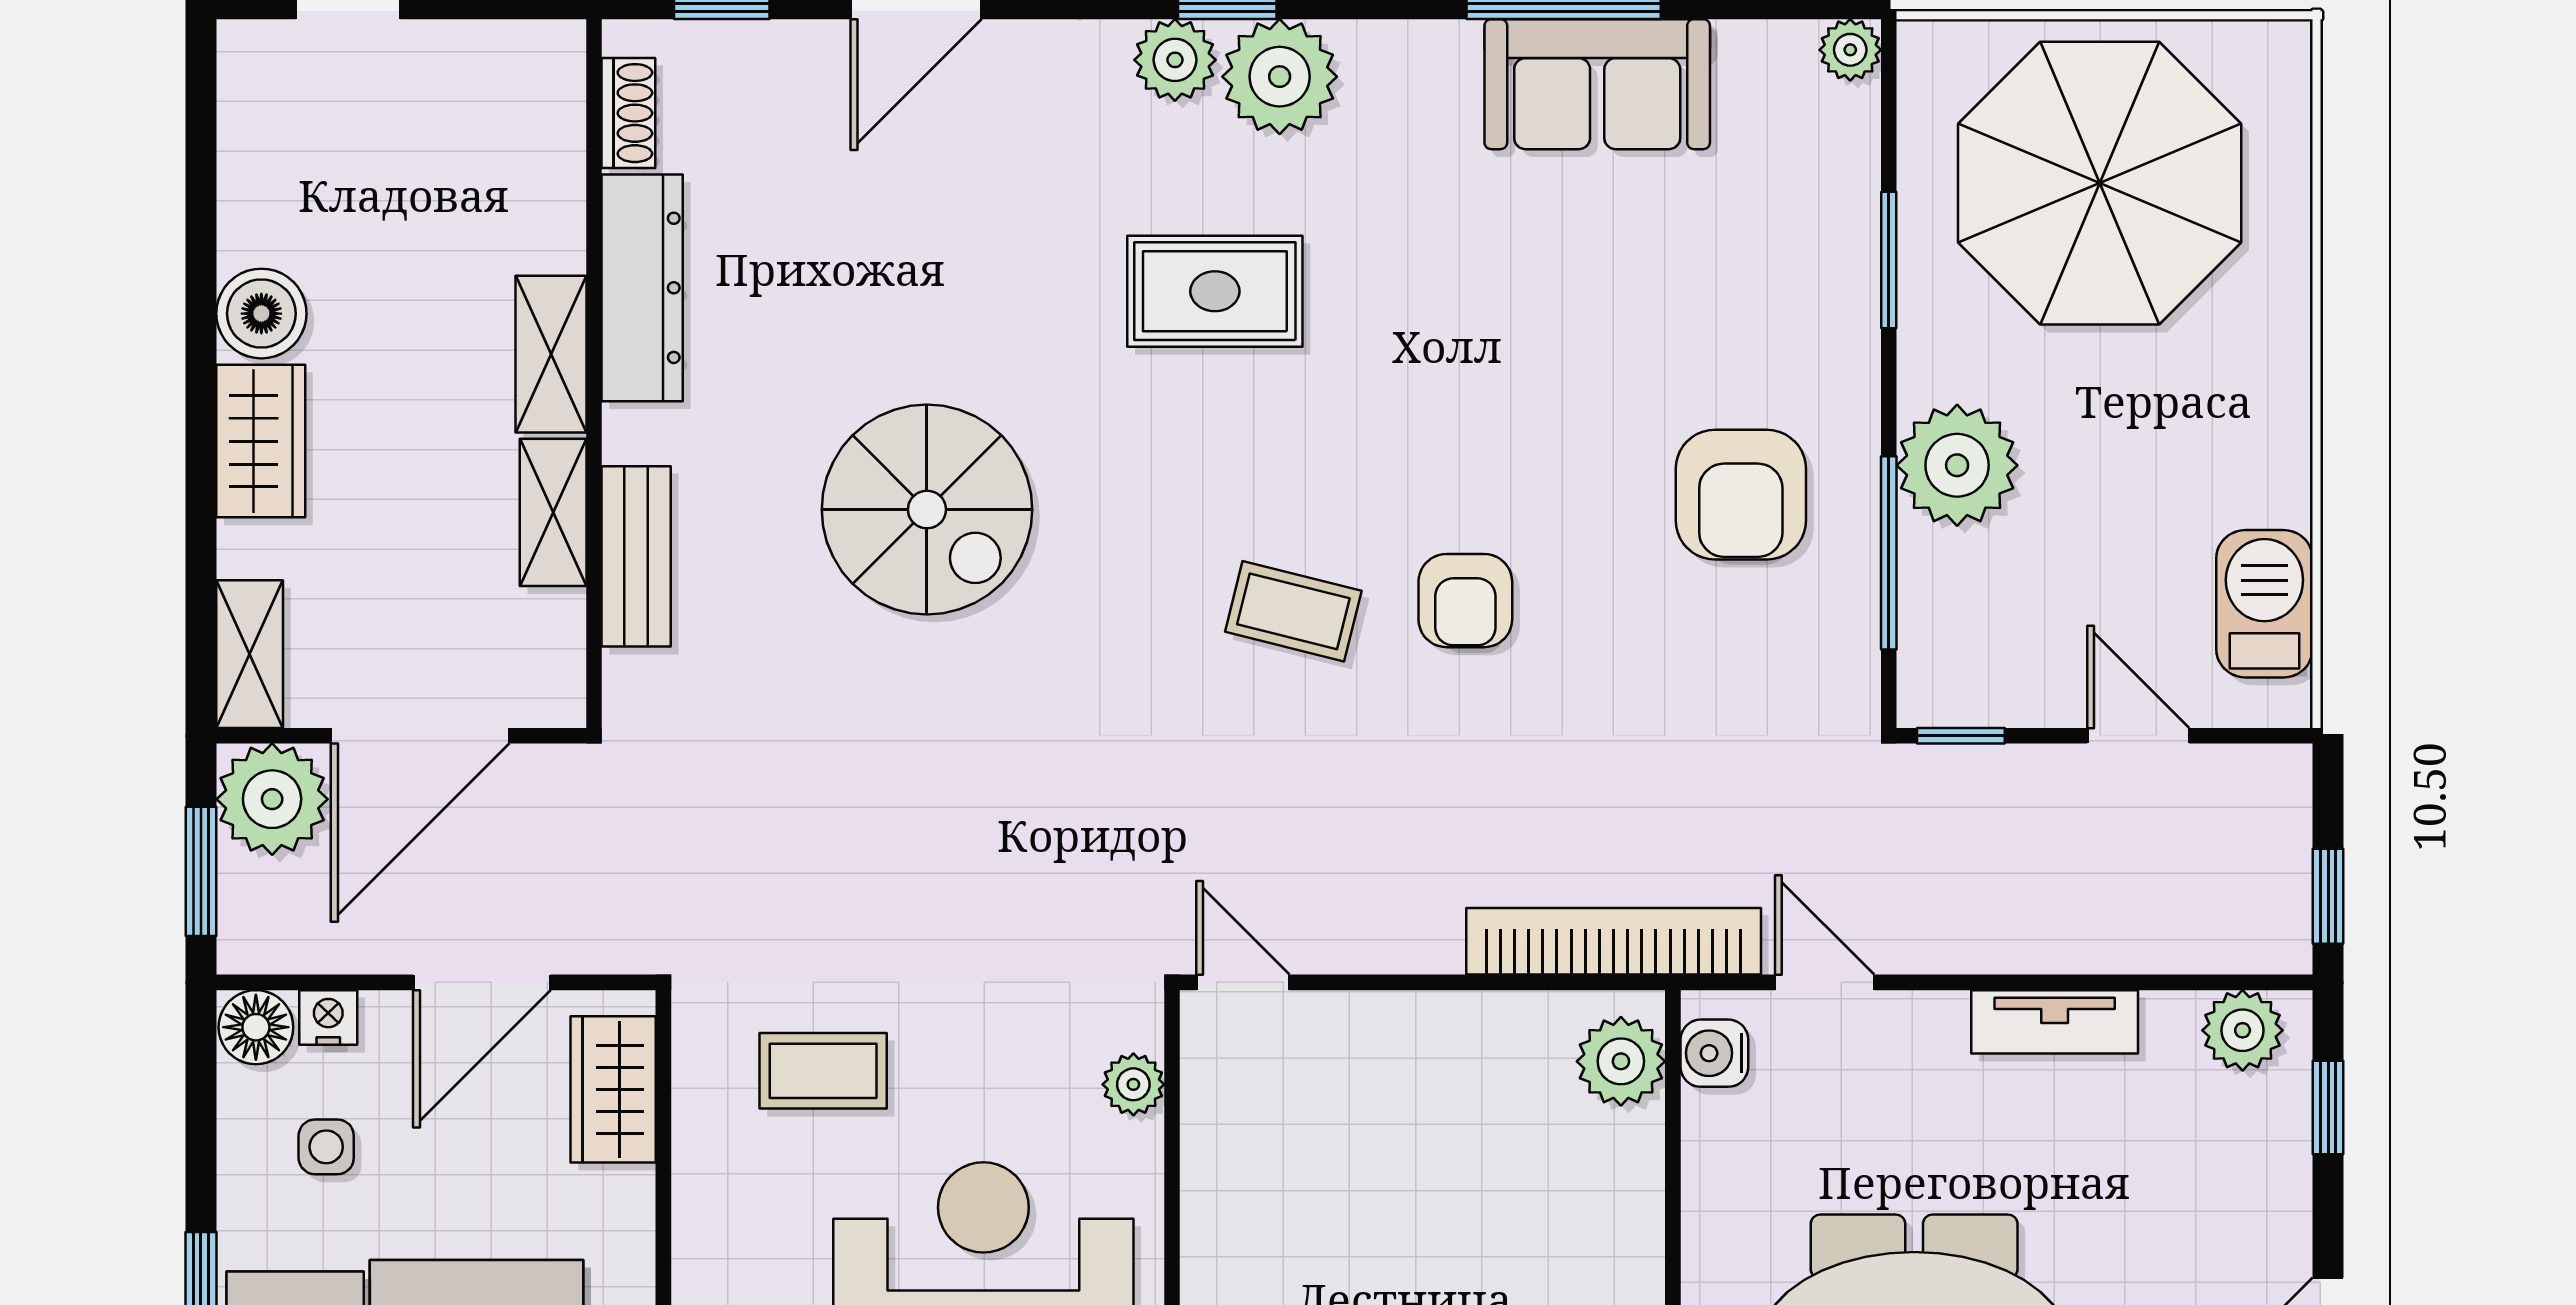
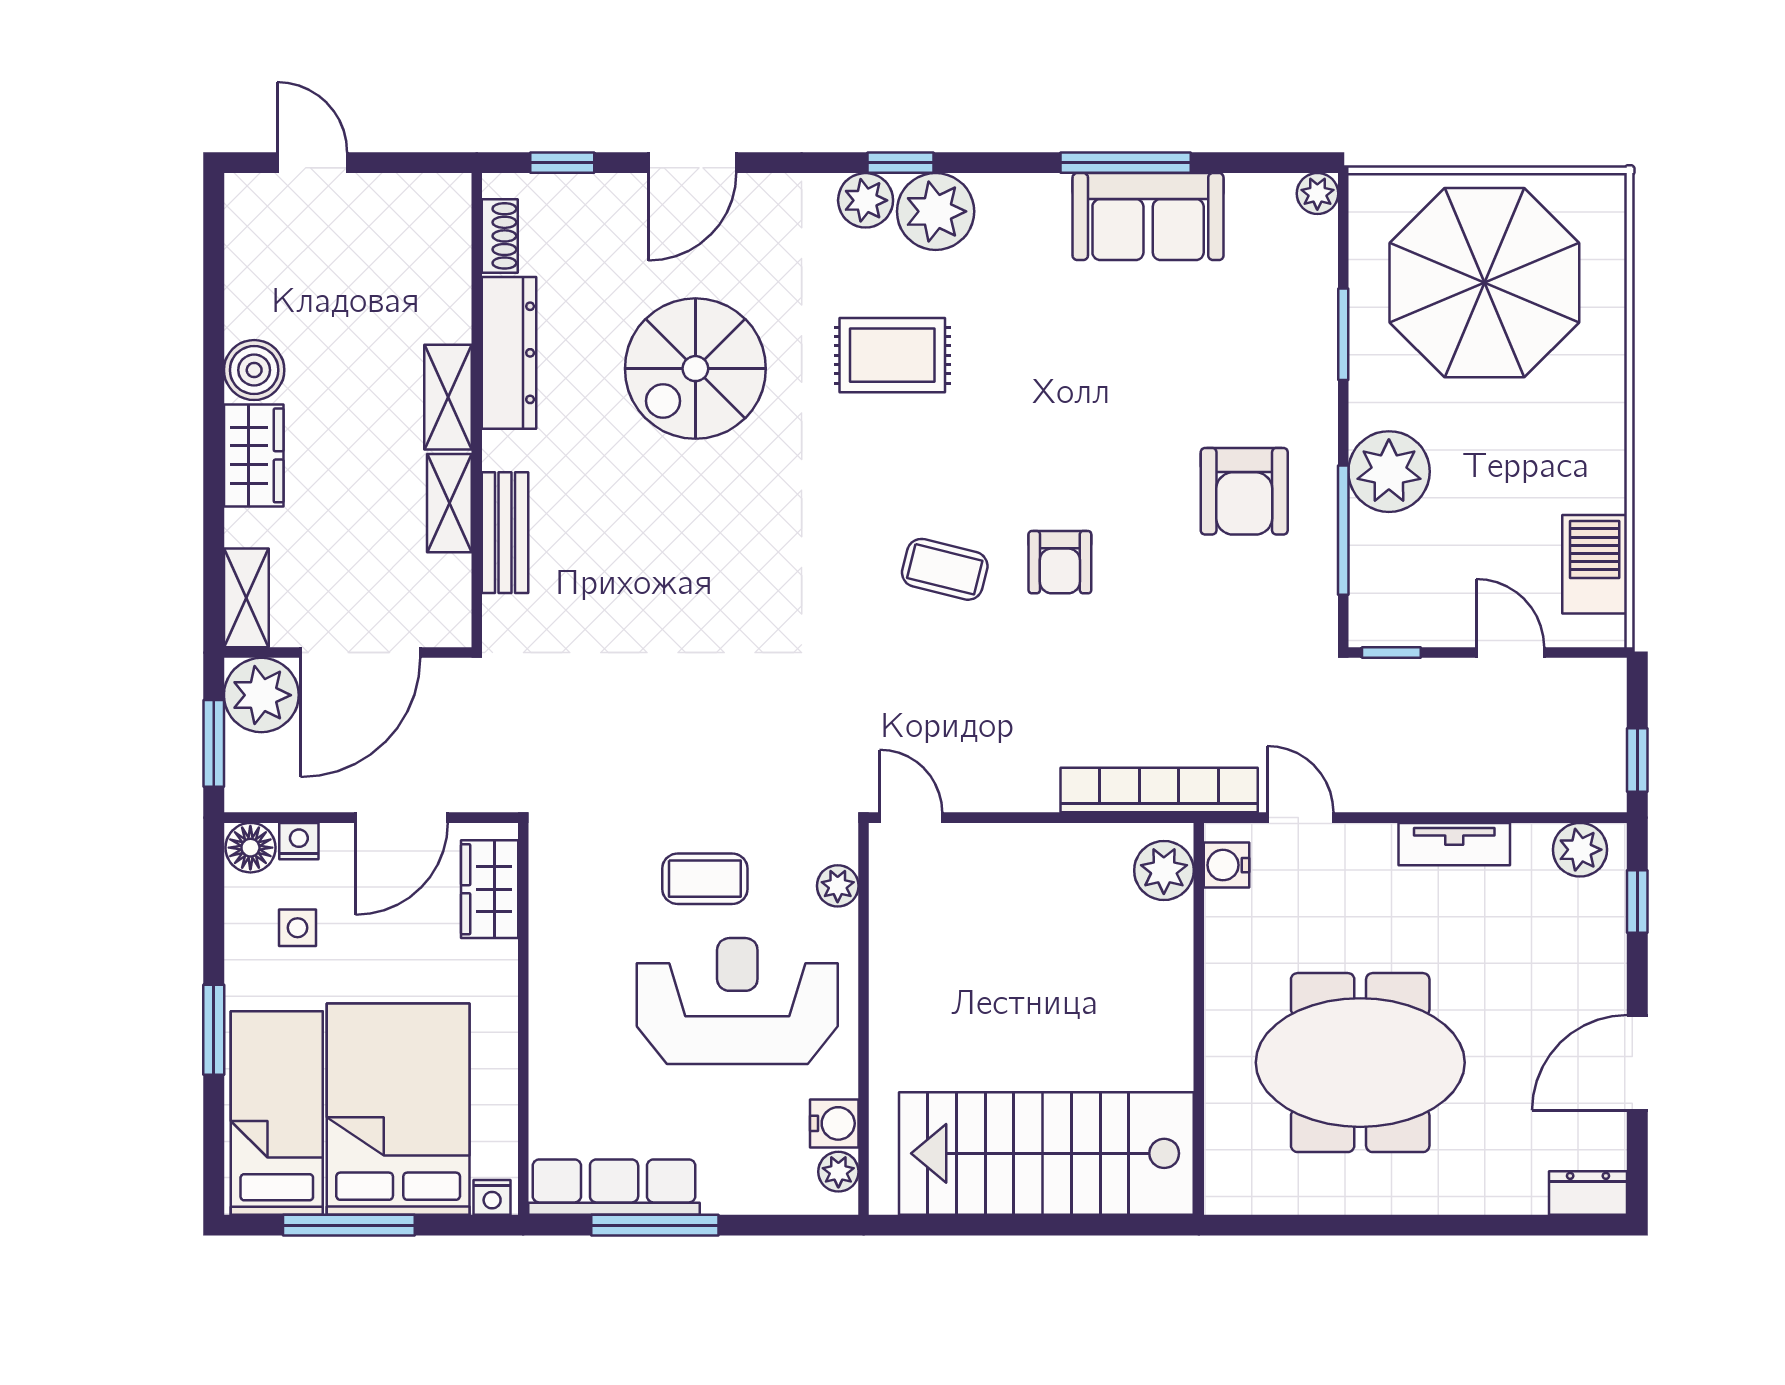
spiral stairs: (927, 510) -> (695, 369), moved, turned 90
coffee table: (823, 1071) -> (705, 879), moved

